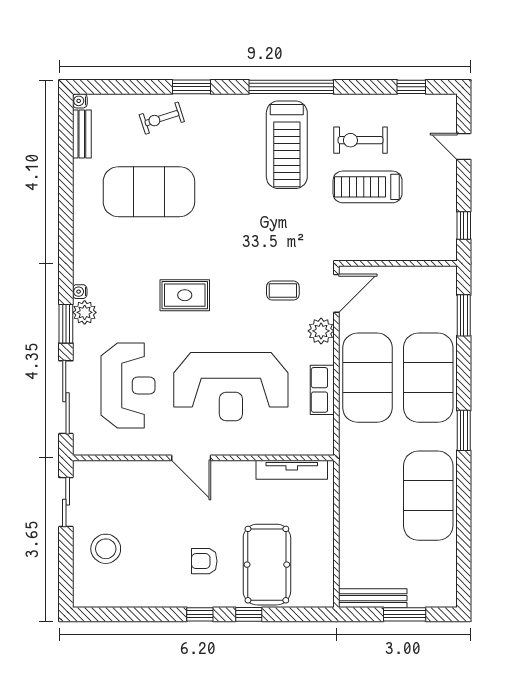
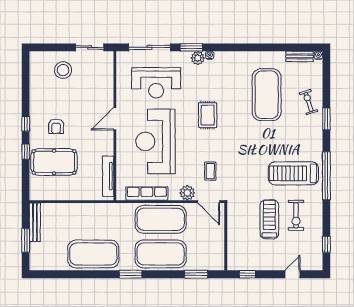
exercise bike: (361, 140) -> (296, 215), turned 180
row of seats: (322, 390) -> (147, 194), width x1.48
armchair: (204, 561) -> (56, 126), turned 180

